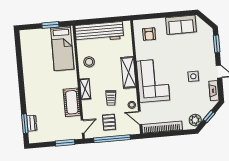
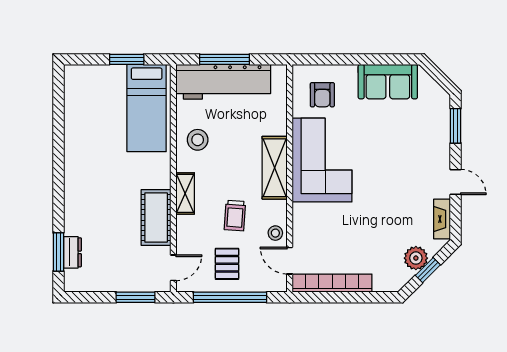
window: (99, 21) -> (224, 59), added
side table: (193, 76) -> (403, 187), removed
corner sofa: (153, 81) -> (322, 160), moved
plant: (195, 120) -> (416, 258), moved

